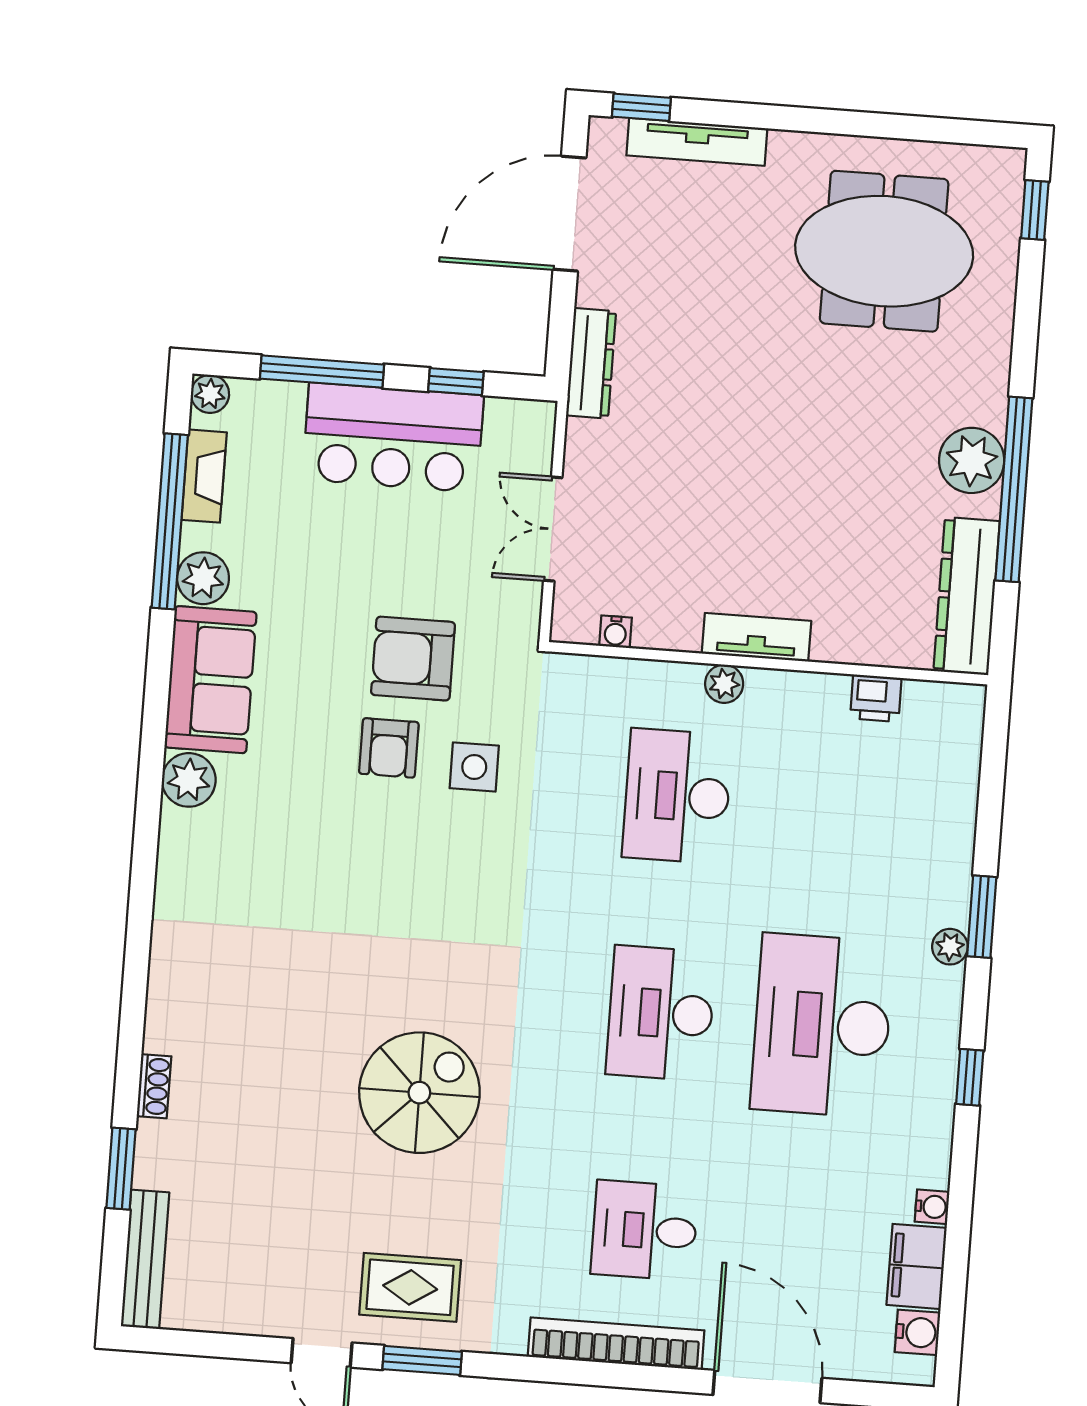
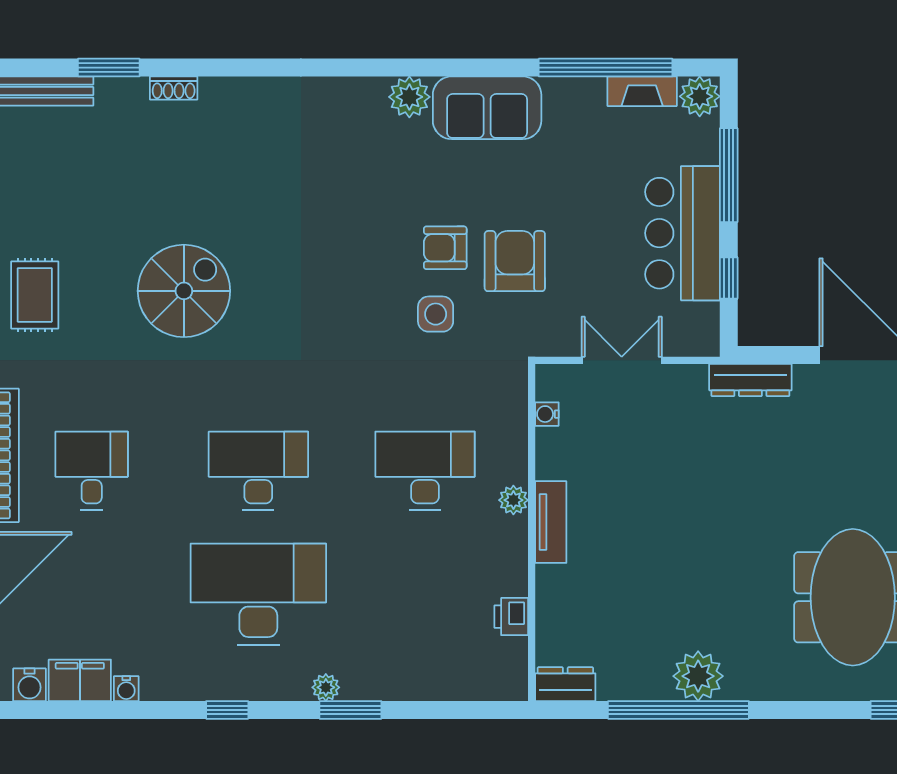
plant: (210, 394) -> (700, 96), width x1.38, depth x1.38
plant: (203, 578) -> (564, 96), removed
dresser: (967, 596) -> (565, 684), width x0.51, depth x0.80
spiral stairs: (419, 1093) -> (184, 291), turned -90

